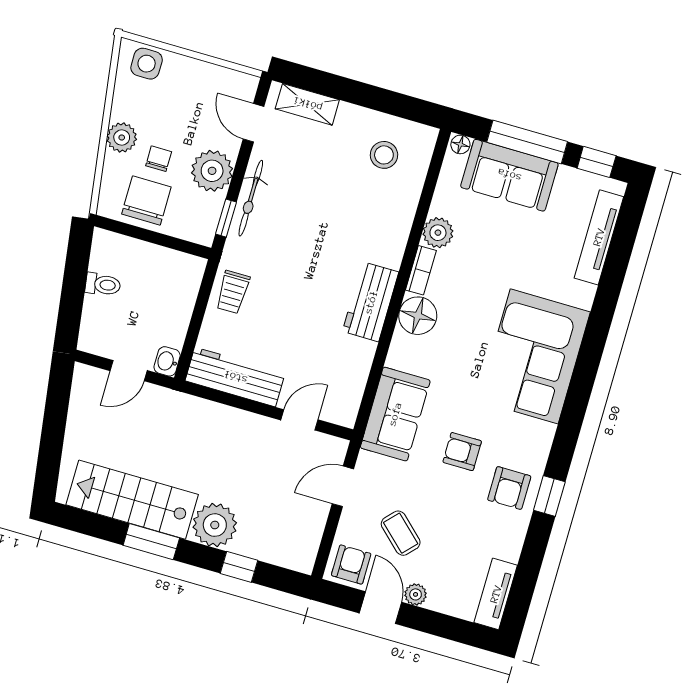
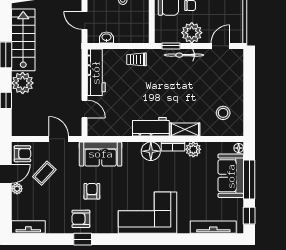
shelving: (307, 104) -> (185, 129), moved, turned 90
washbasin: (167, 361) -> (107, 38), moved

